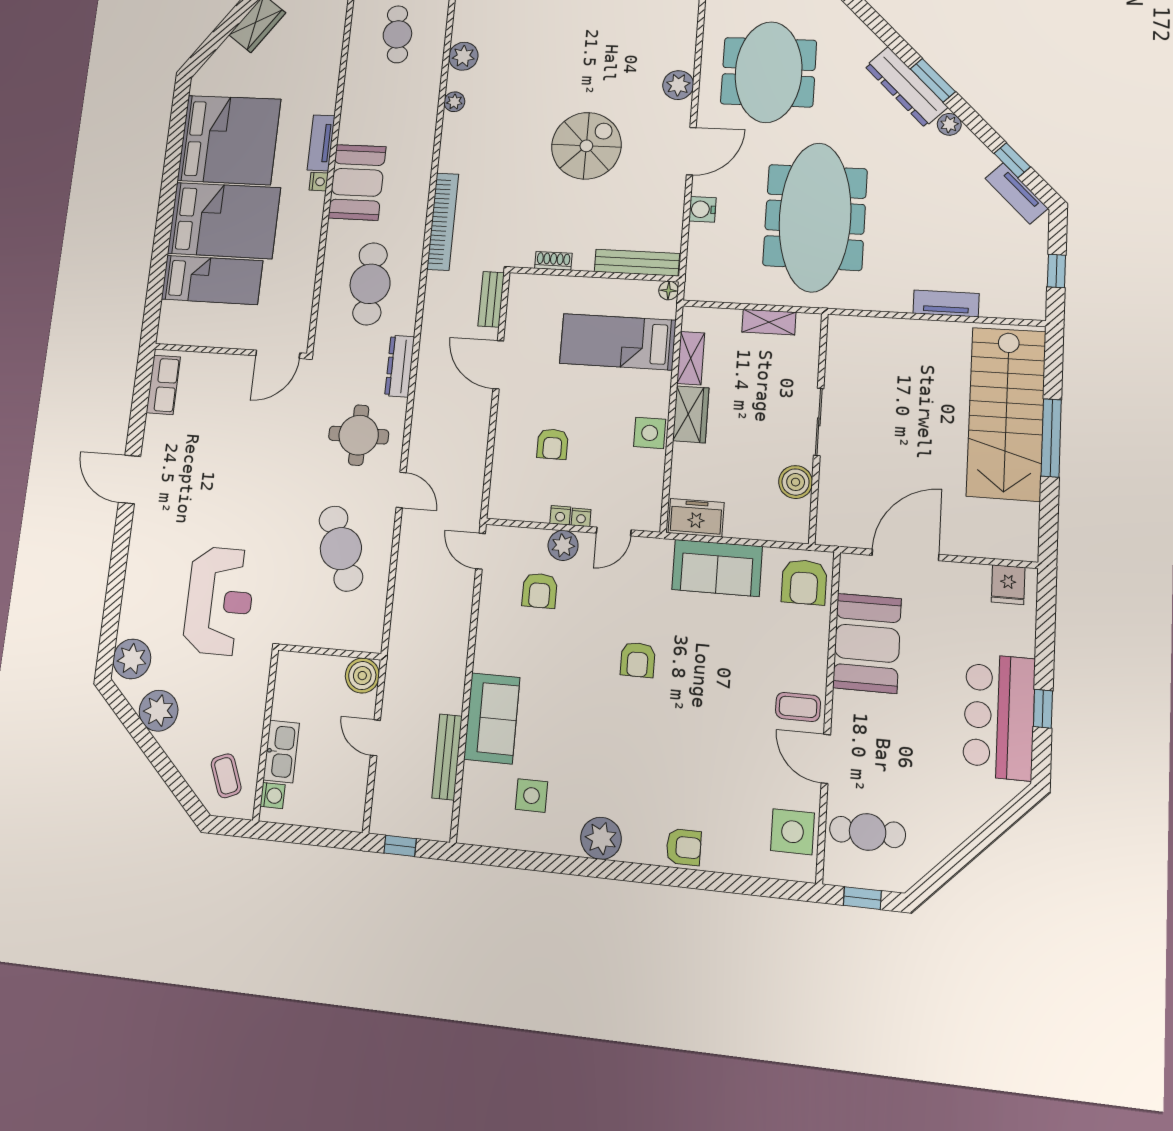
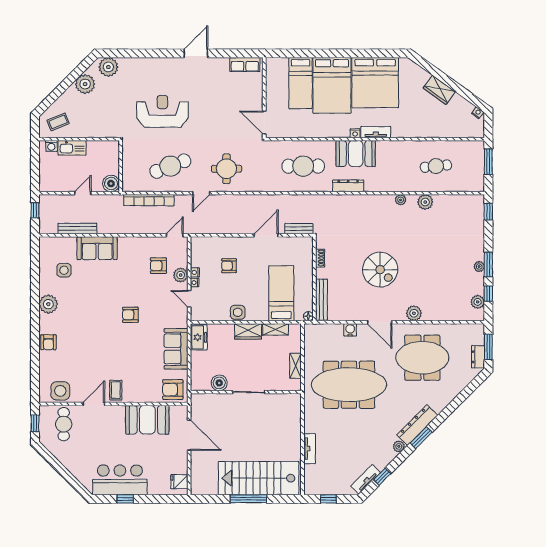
bookcase: (443, 222) -> (149, 200), moved
dresser: (400, 366) -> (348, 186), moved
reception desk: (219, 601) -> (162, 111), moved, turned 180

